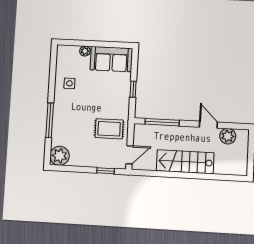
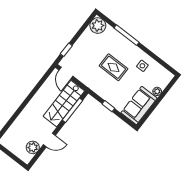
rug: (109, 129) -> (114, 67), moved, turned 90
stairs: (185, 162) -> (64, 104), moved, turned 180

